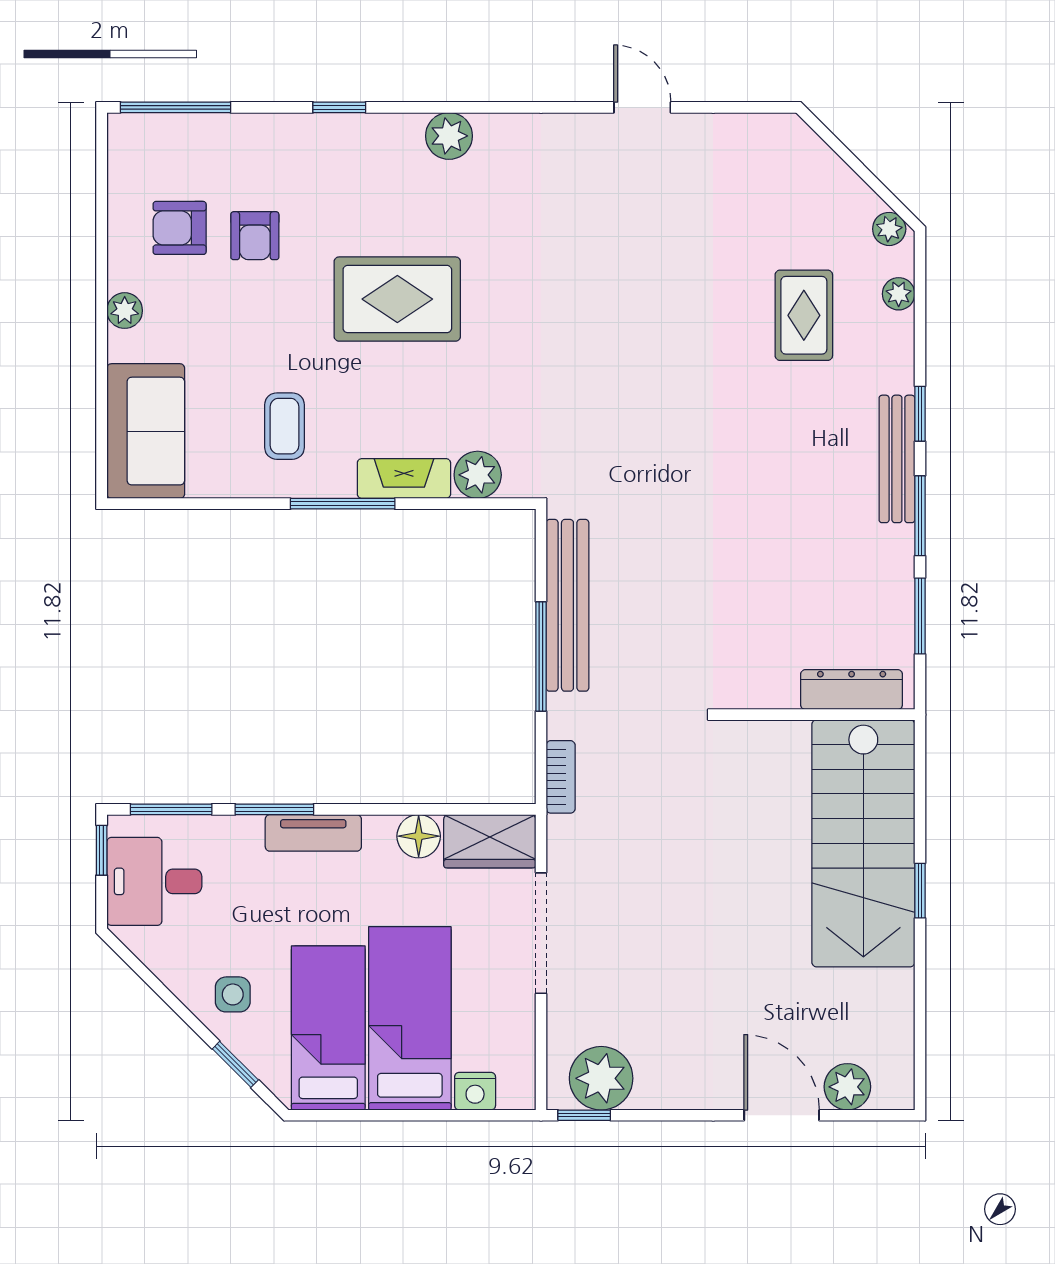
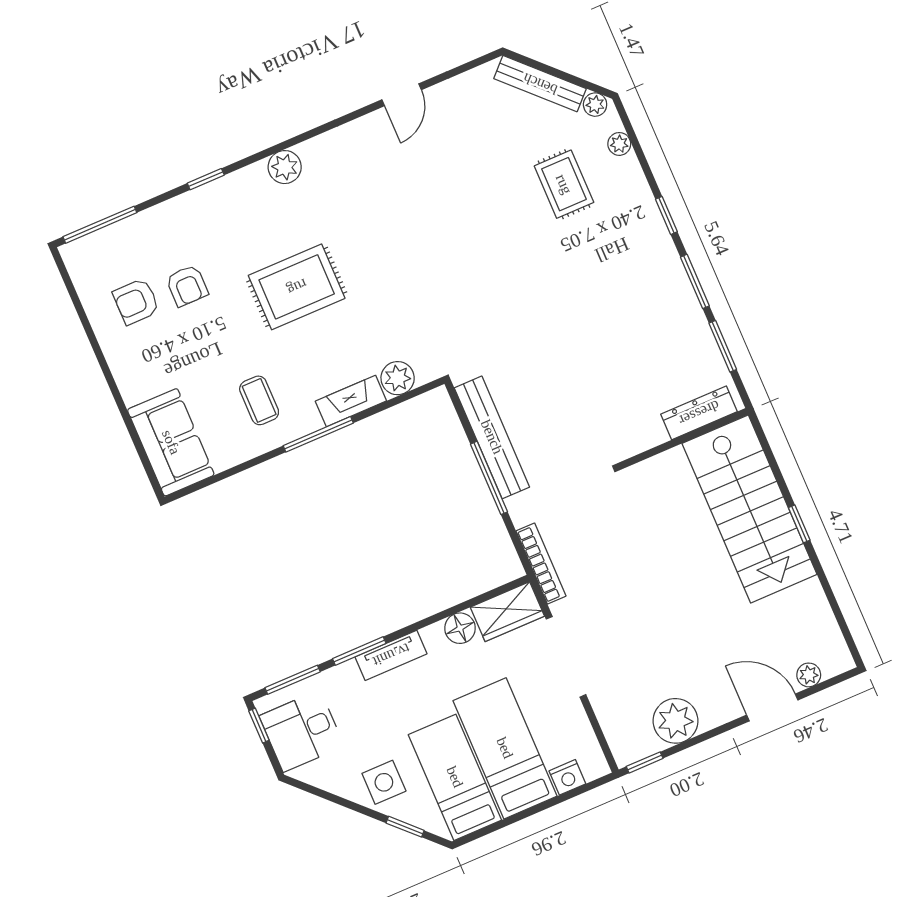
door: (642, 107) -> (402, 95), swing flipped
plant: (125, 311) -> (124, 370), removed
bench: (897, 459) -> (540, 84), moved, turned -45
bookcase: (561, 777) -> (541, 564), width x1.56
side table: (233, 994) -> (384, 782), width x1.37, depth x1.37
plant: (601, 1078) -> (675, 721), moved
plant: (847, 1087) -> (809, 675), width x0.73, depth x0.73

